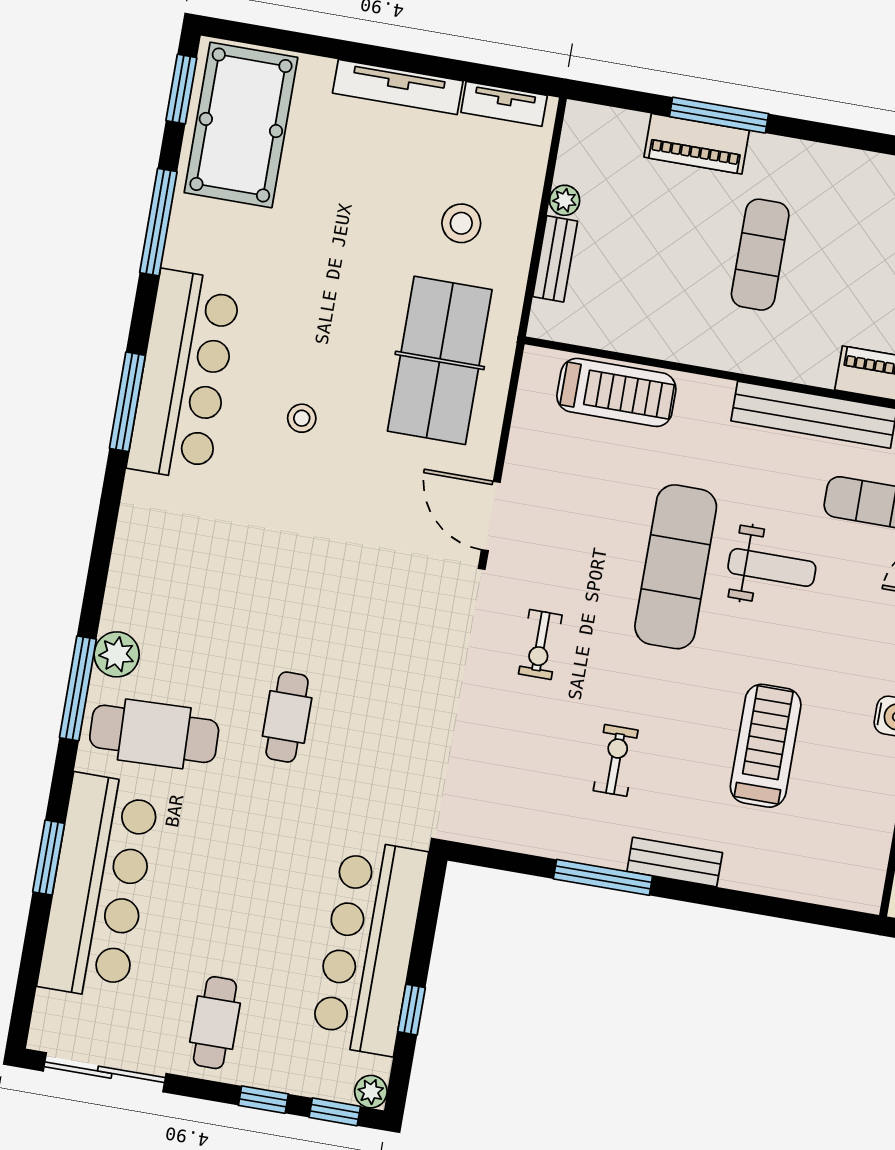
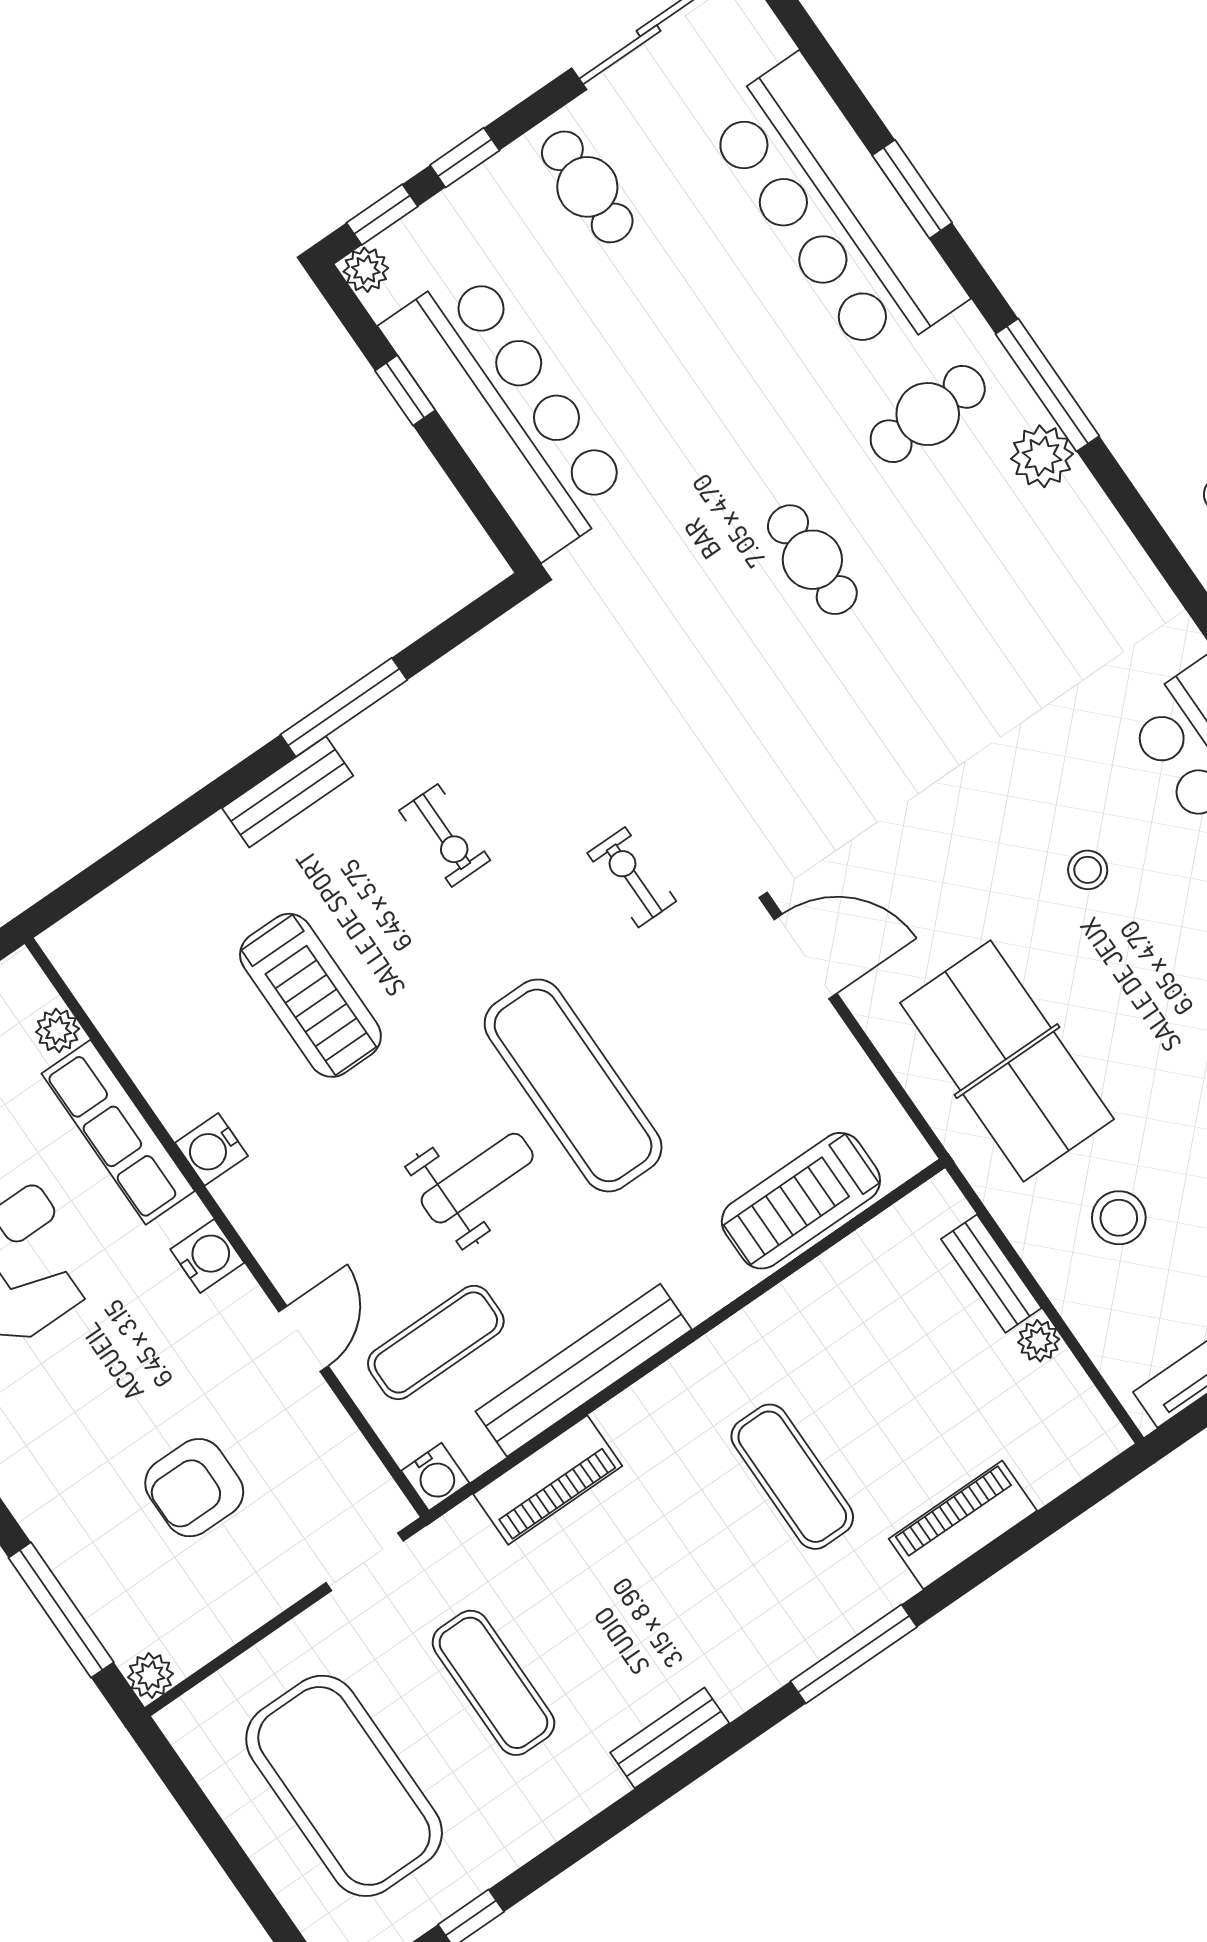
window: (719, 115) -> (854, 1654), moved
weight bench: (772, 567) -> (477, 1178), turned 180
cafe table: (154, 734) -> (928, 414), width x0.73, depth x0.74

